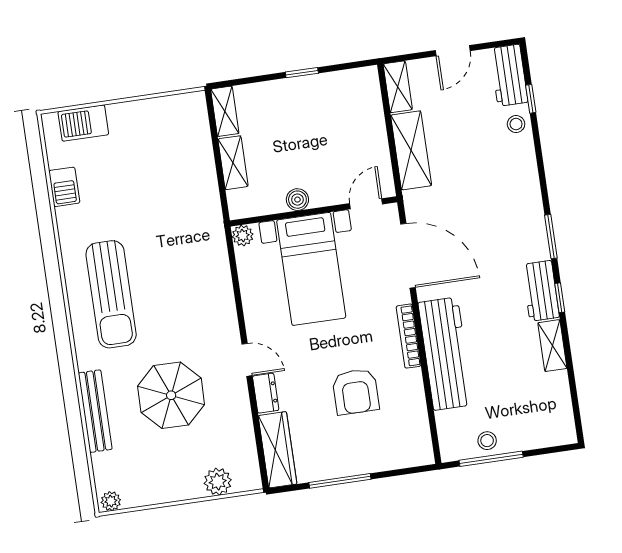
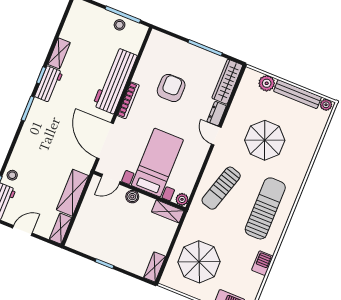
parasol: (163, 158) -> (199, 262), added
shelving: (233, 163) -> (168, 211), moved, turned 90
barbecue: (64, 187) -> (262, 263), moved
boiler: (297, 200) -> (132, 197), moved
sun lounger: (194, 286) -> (221, 188), added
bench: (95, 411) -> (298, 94), moved, turned 90

